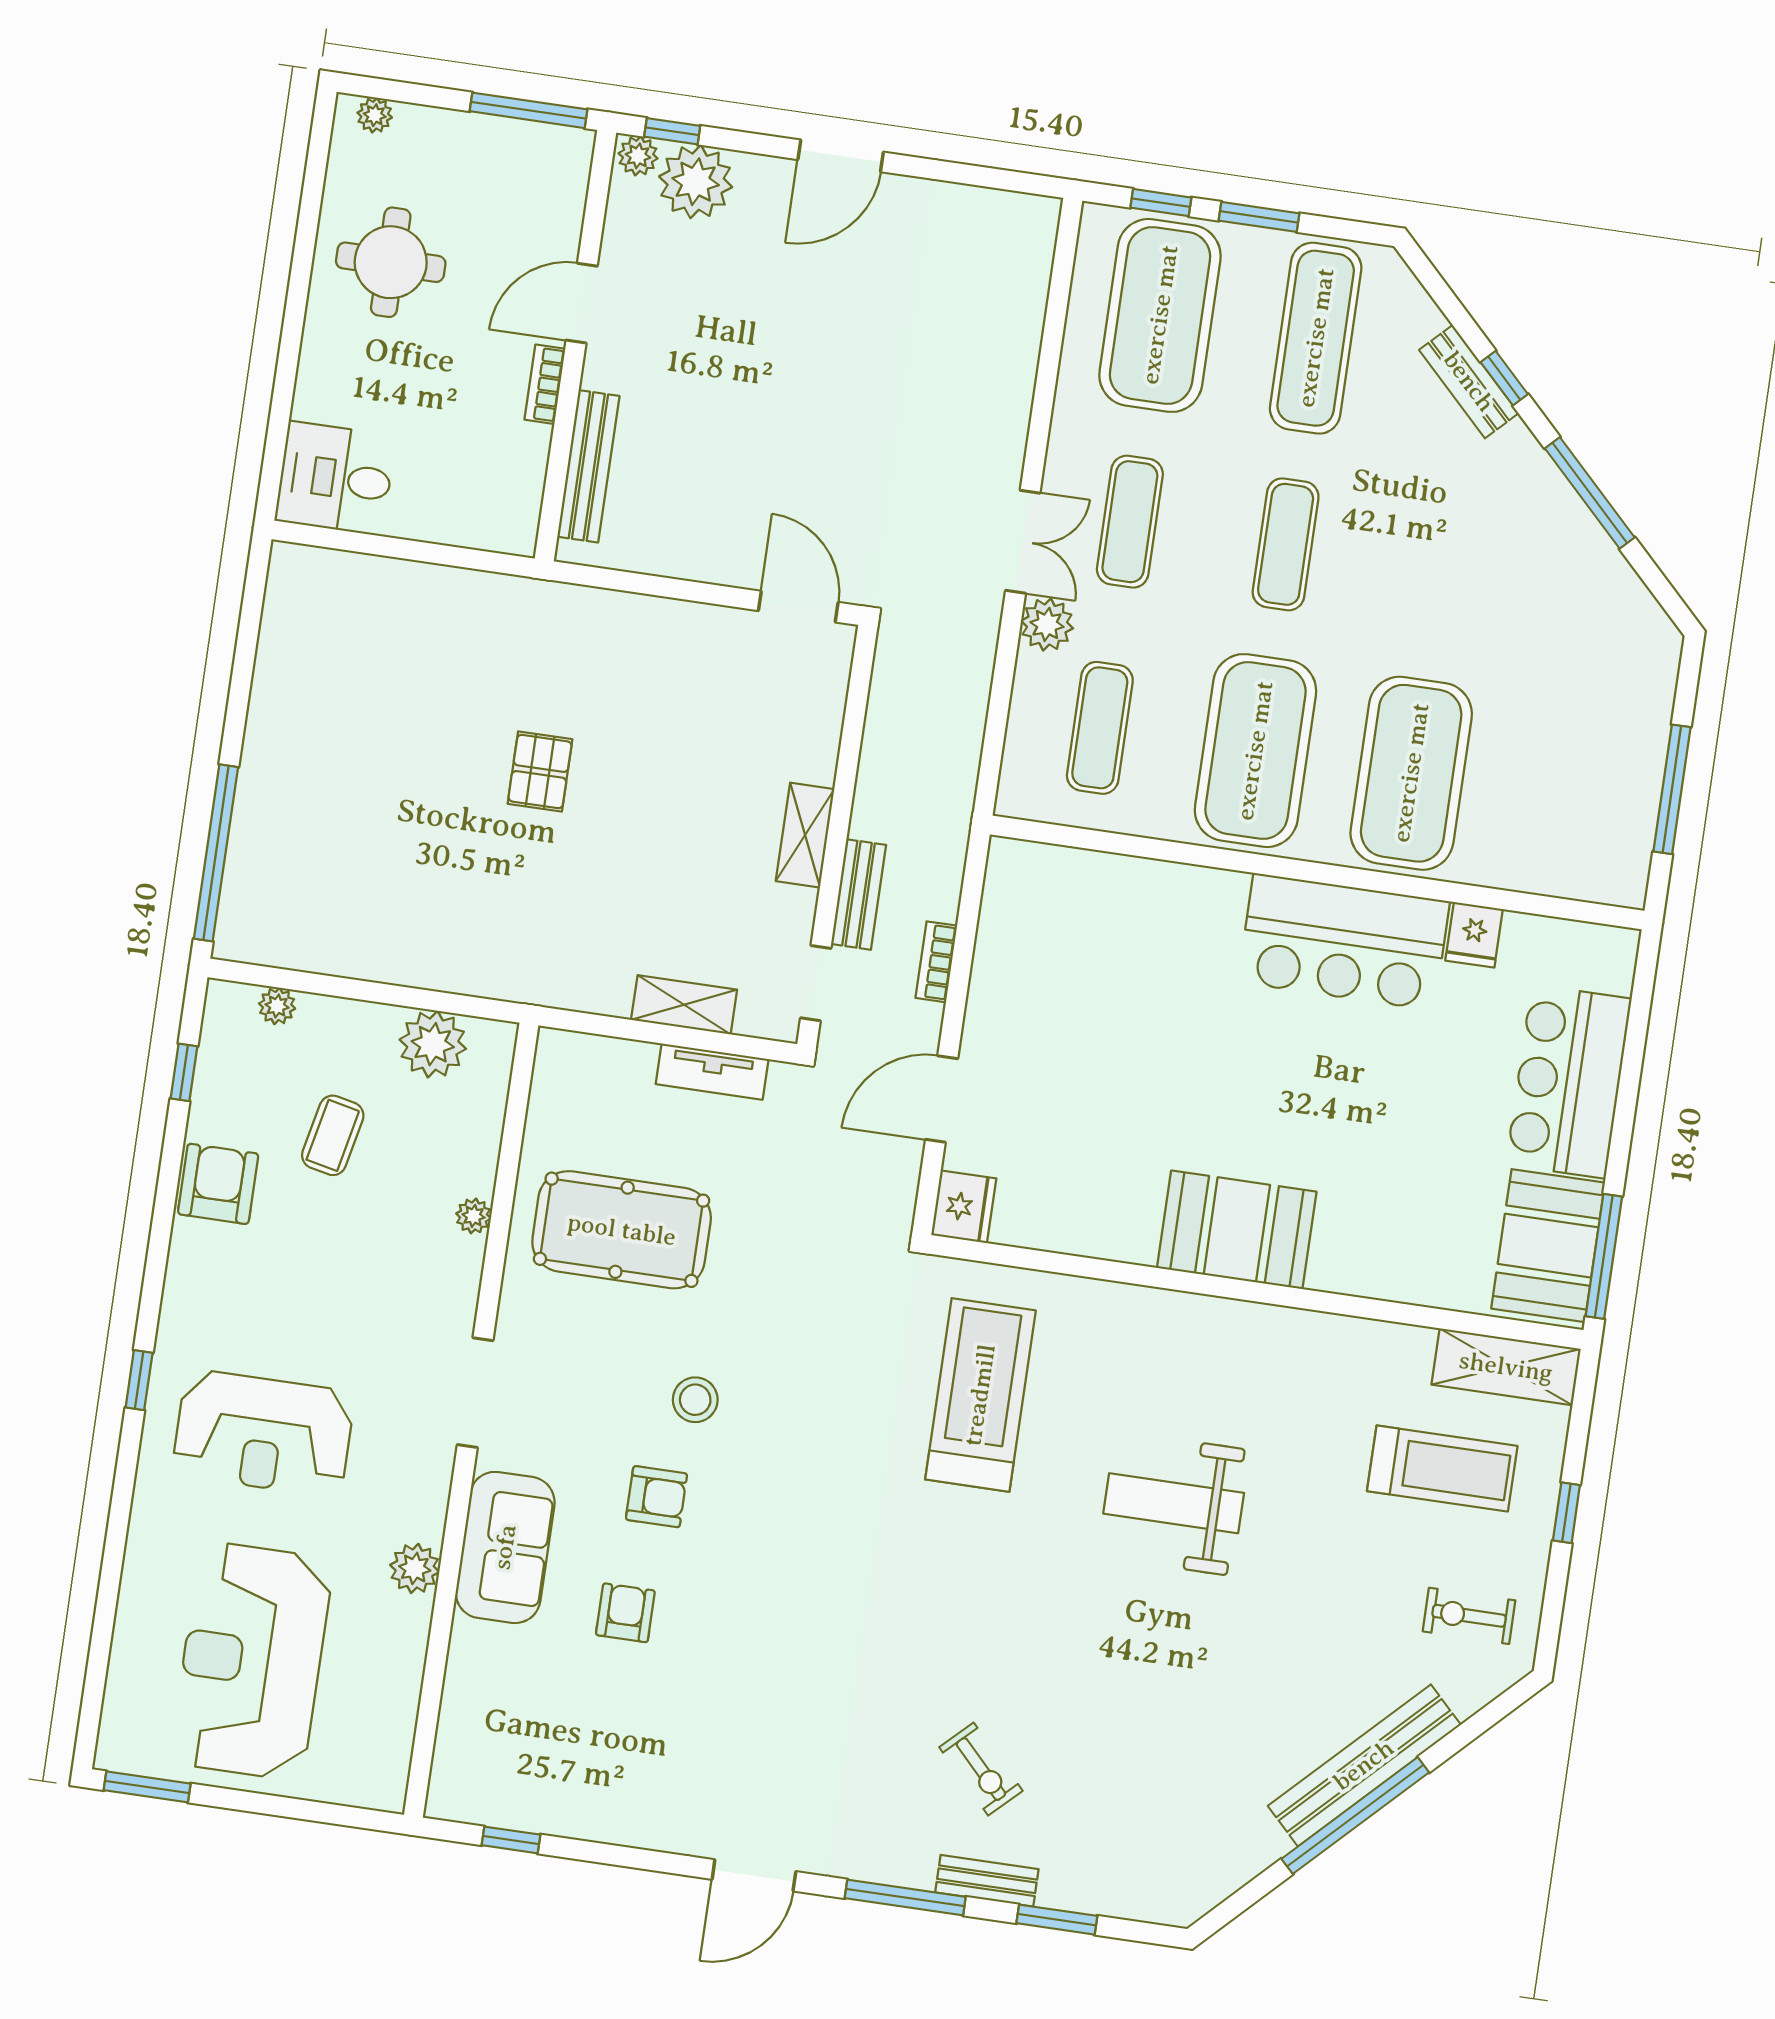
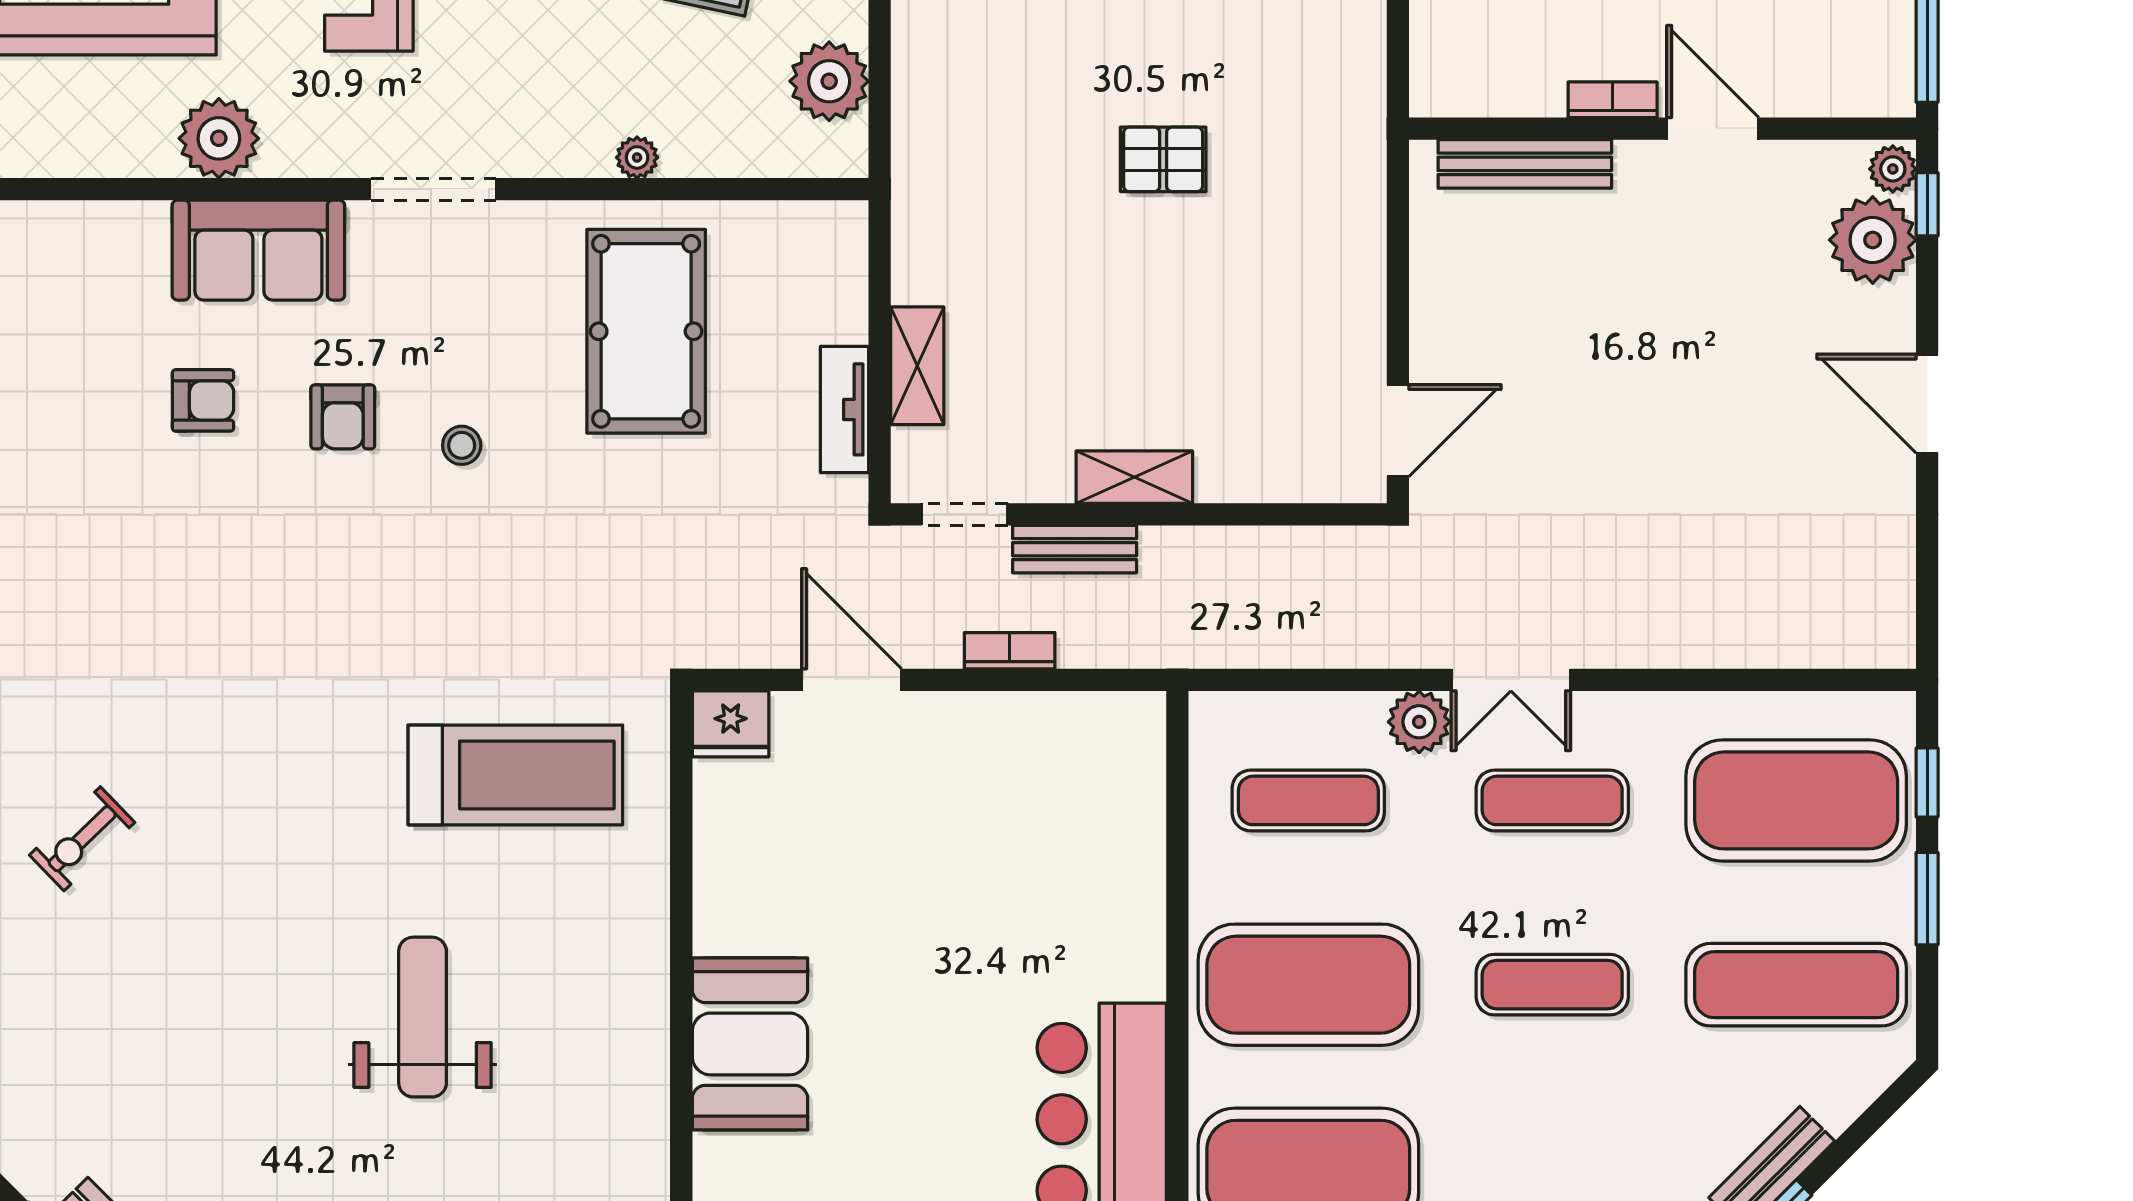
stool: (695, 1400) -> (462, 445), width x0.73, depth x0.73
plant: (415, 1568) -> (219, 138), width x1.36, depth x1.36

